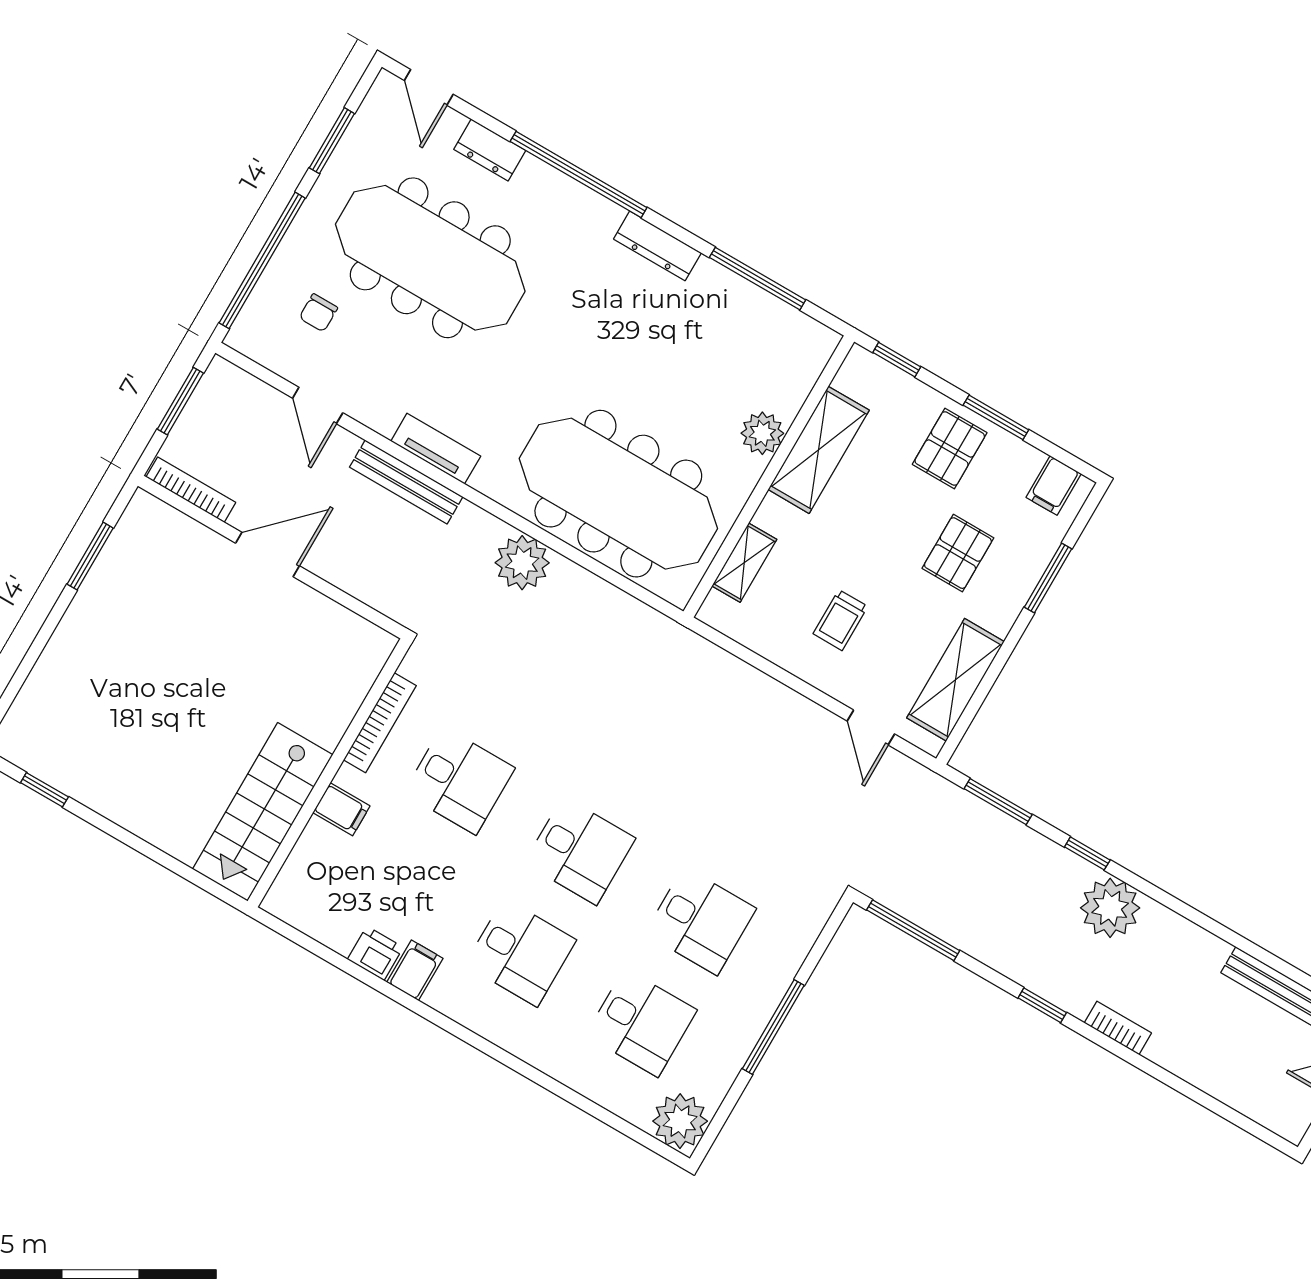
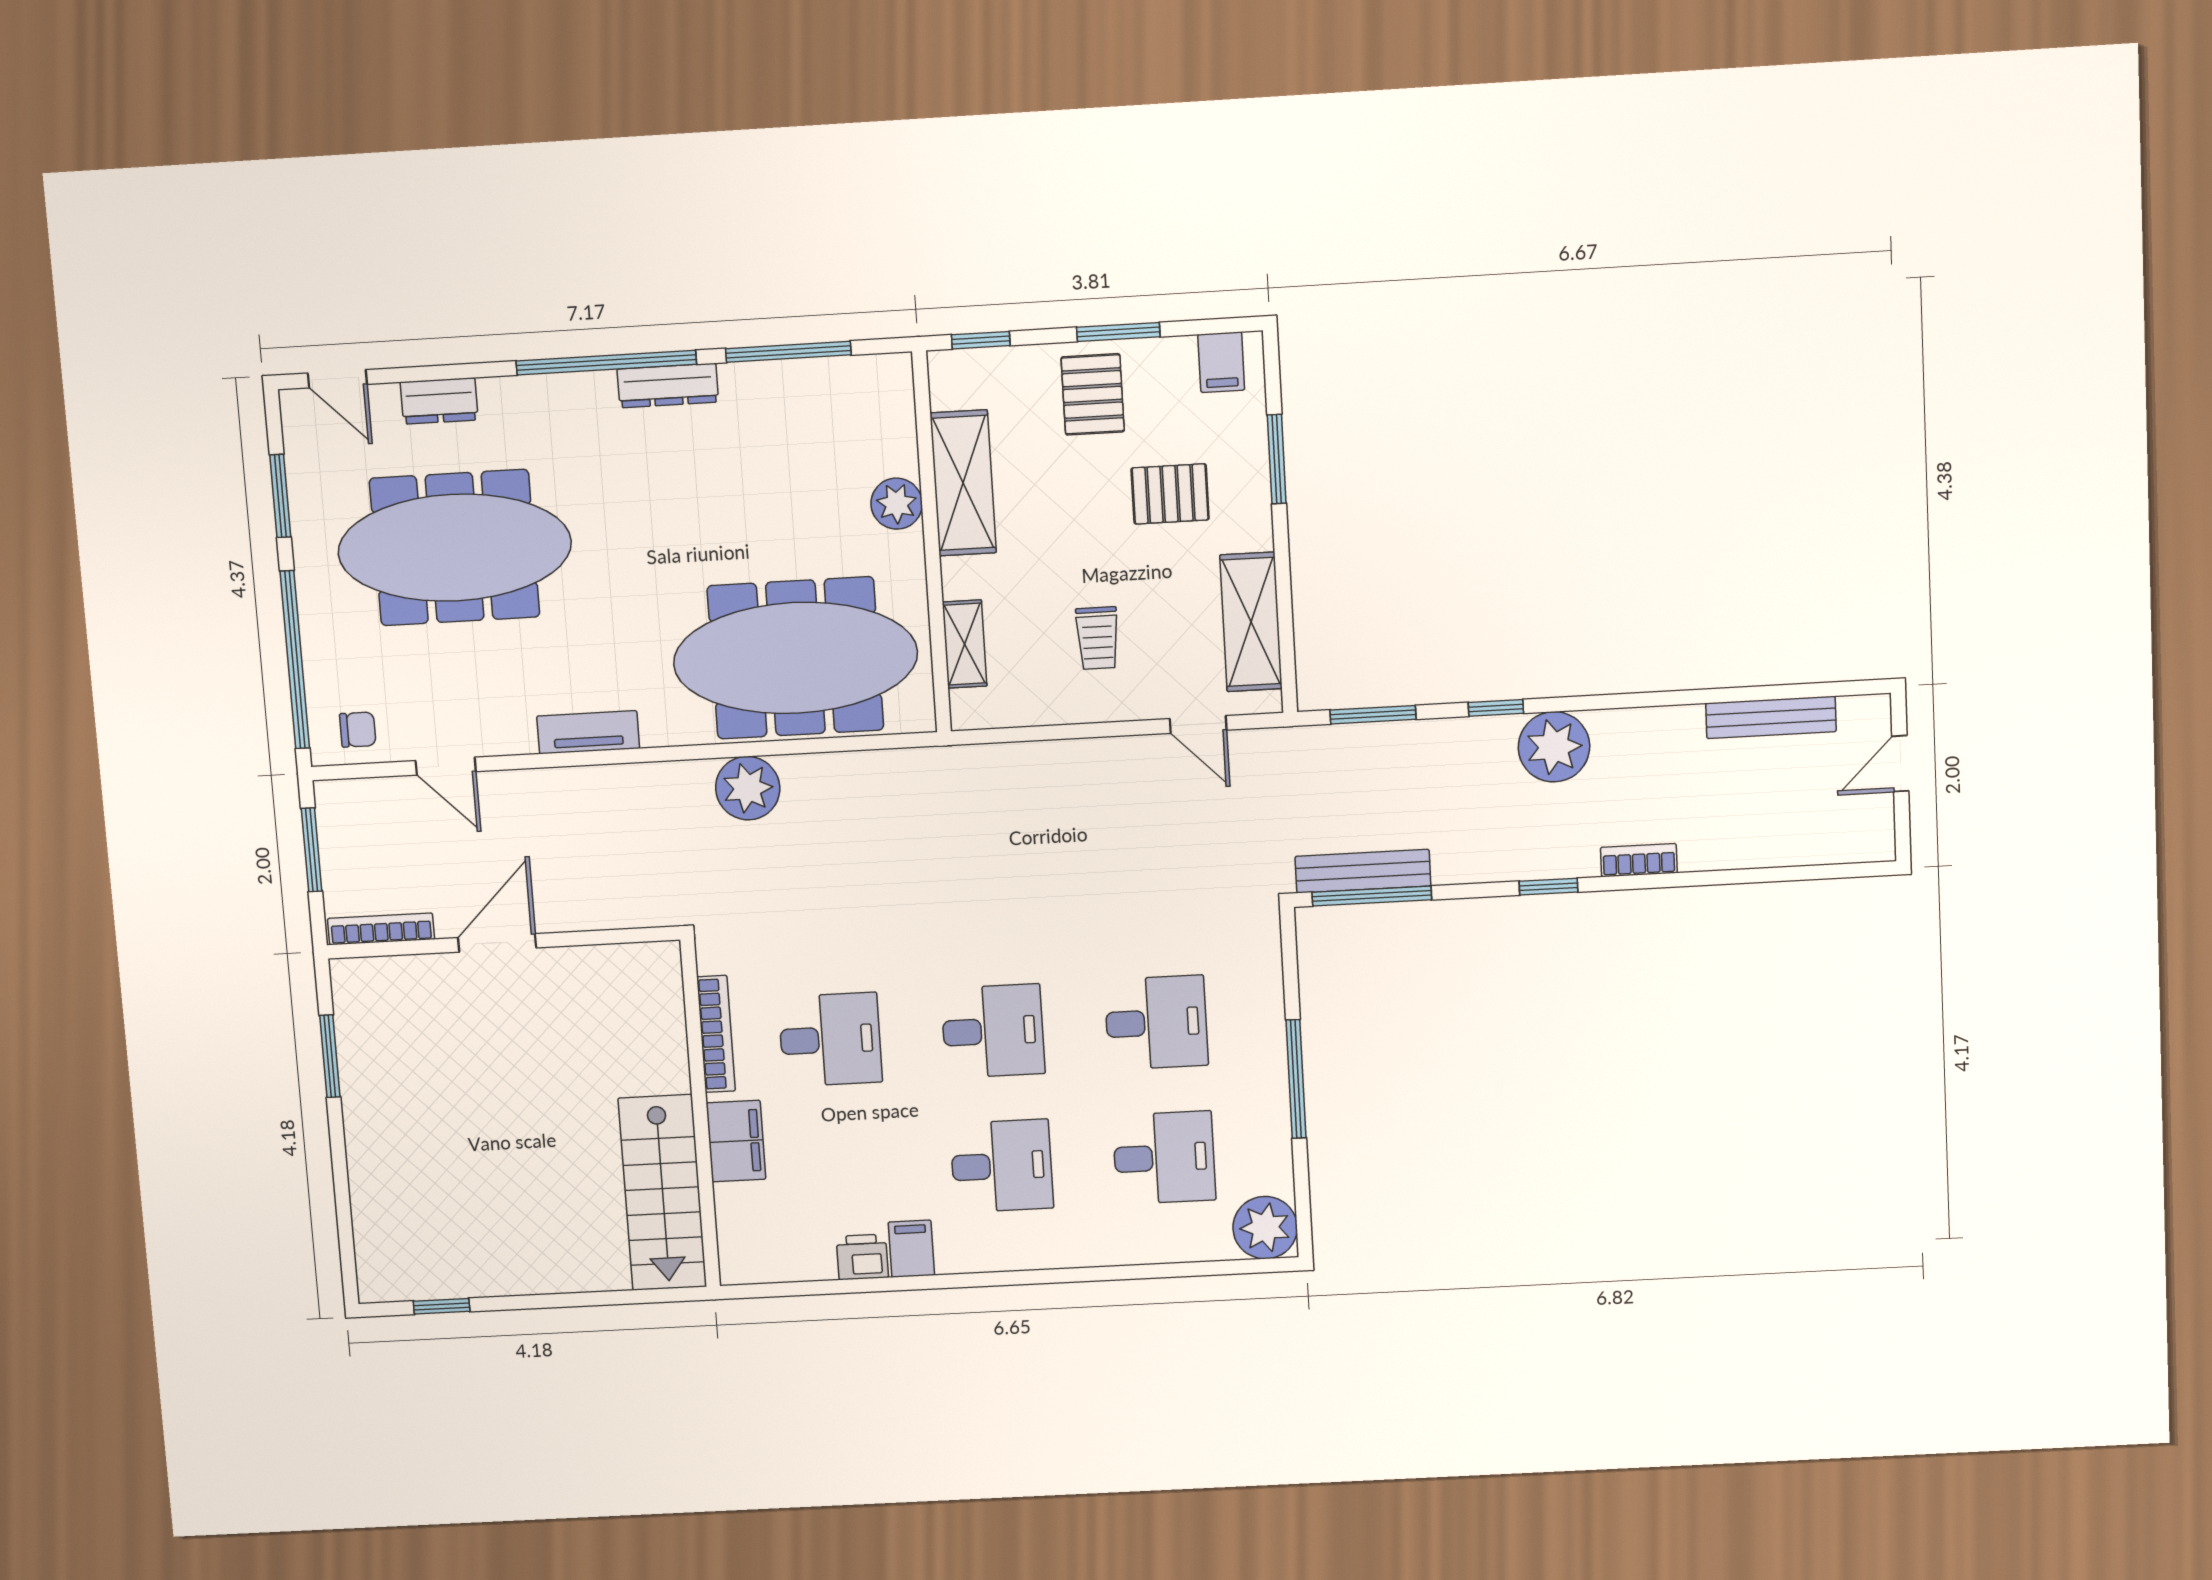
window: (579, 174) -> (606, 363), moved
chair: (318, 313) -> (358, 730), moved, turned -90
bench: (406, 482) -> (1363, 871), moved
pallet: (958, 553) -> (1170, 494), turned 90
filing cabinet: (341, 809) -> (736, 1141), width x2.00

